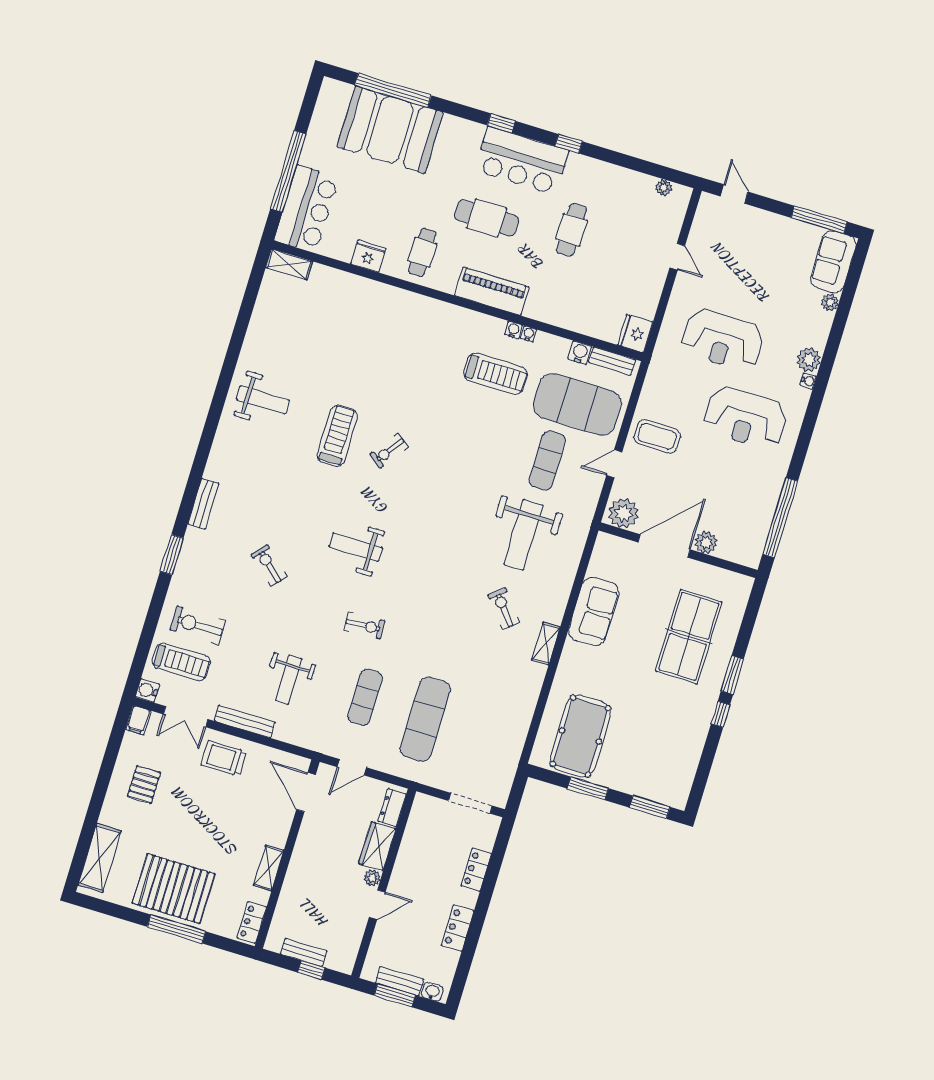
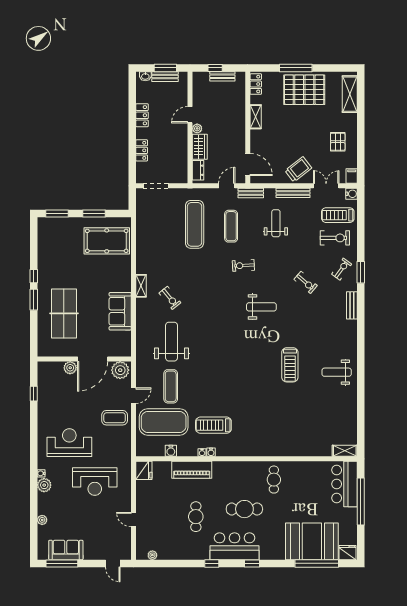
fridge: (368, 256) -> (348, 553), moved, turned 180
sofa: (833, 262) -> (66, 550), moved, turned -90
piano: (492, 291) -> (192, 470), moved
reception desk: (723, 340) -> (95, 482), turned 180
bench: (612, 361) -> (251, 193), moved
exercise bike: (389, 451) -> (342, 269), moved
window: (780, 518) -> (34, 394), width x0.32
pool table: (580, 736) -> (107, 241), turned 90
trolley: (224, 758) -> (298, 169), turned -38

